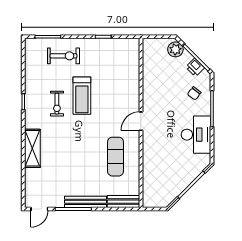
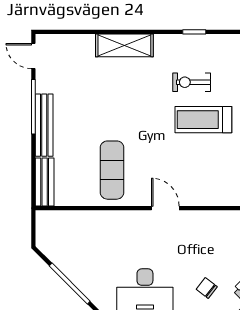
exercise mat: (115, 157) -> (112, 170), turned 90

